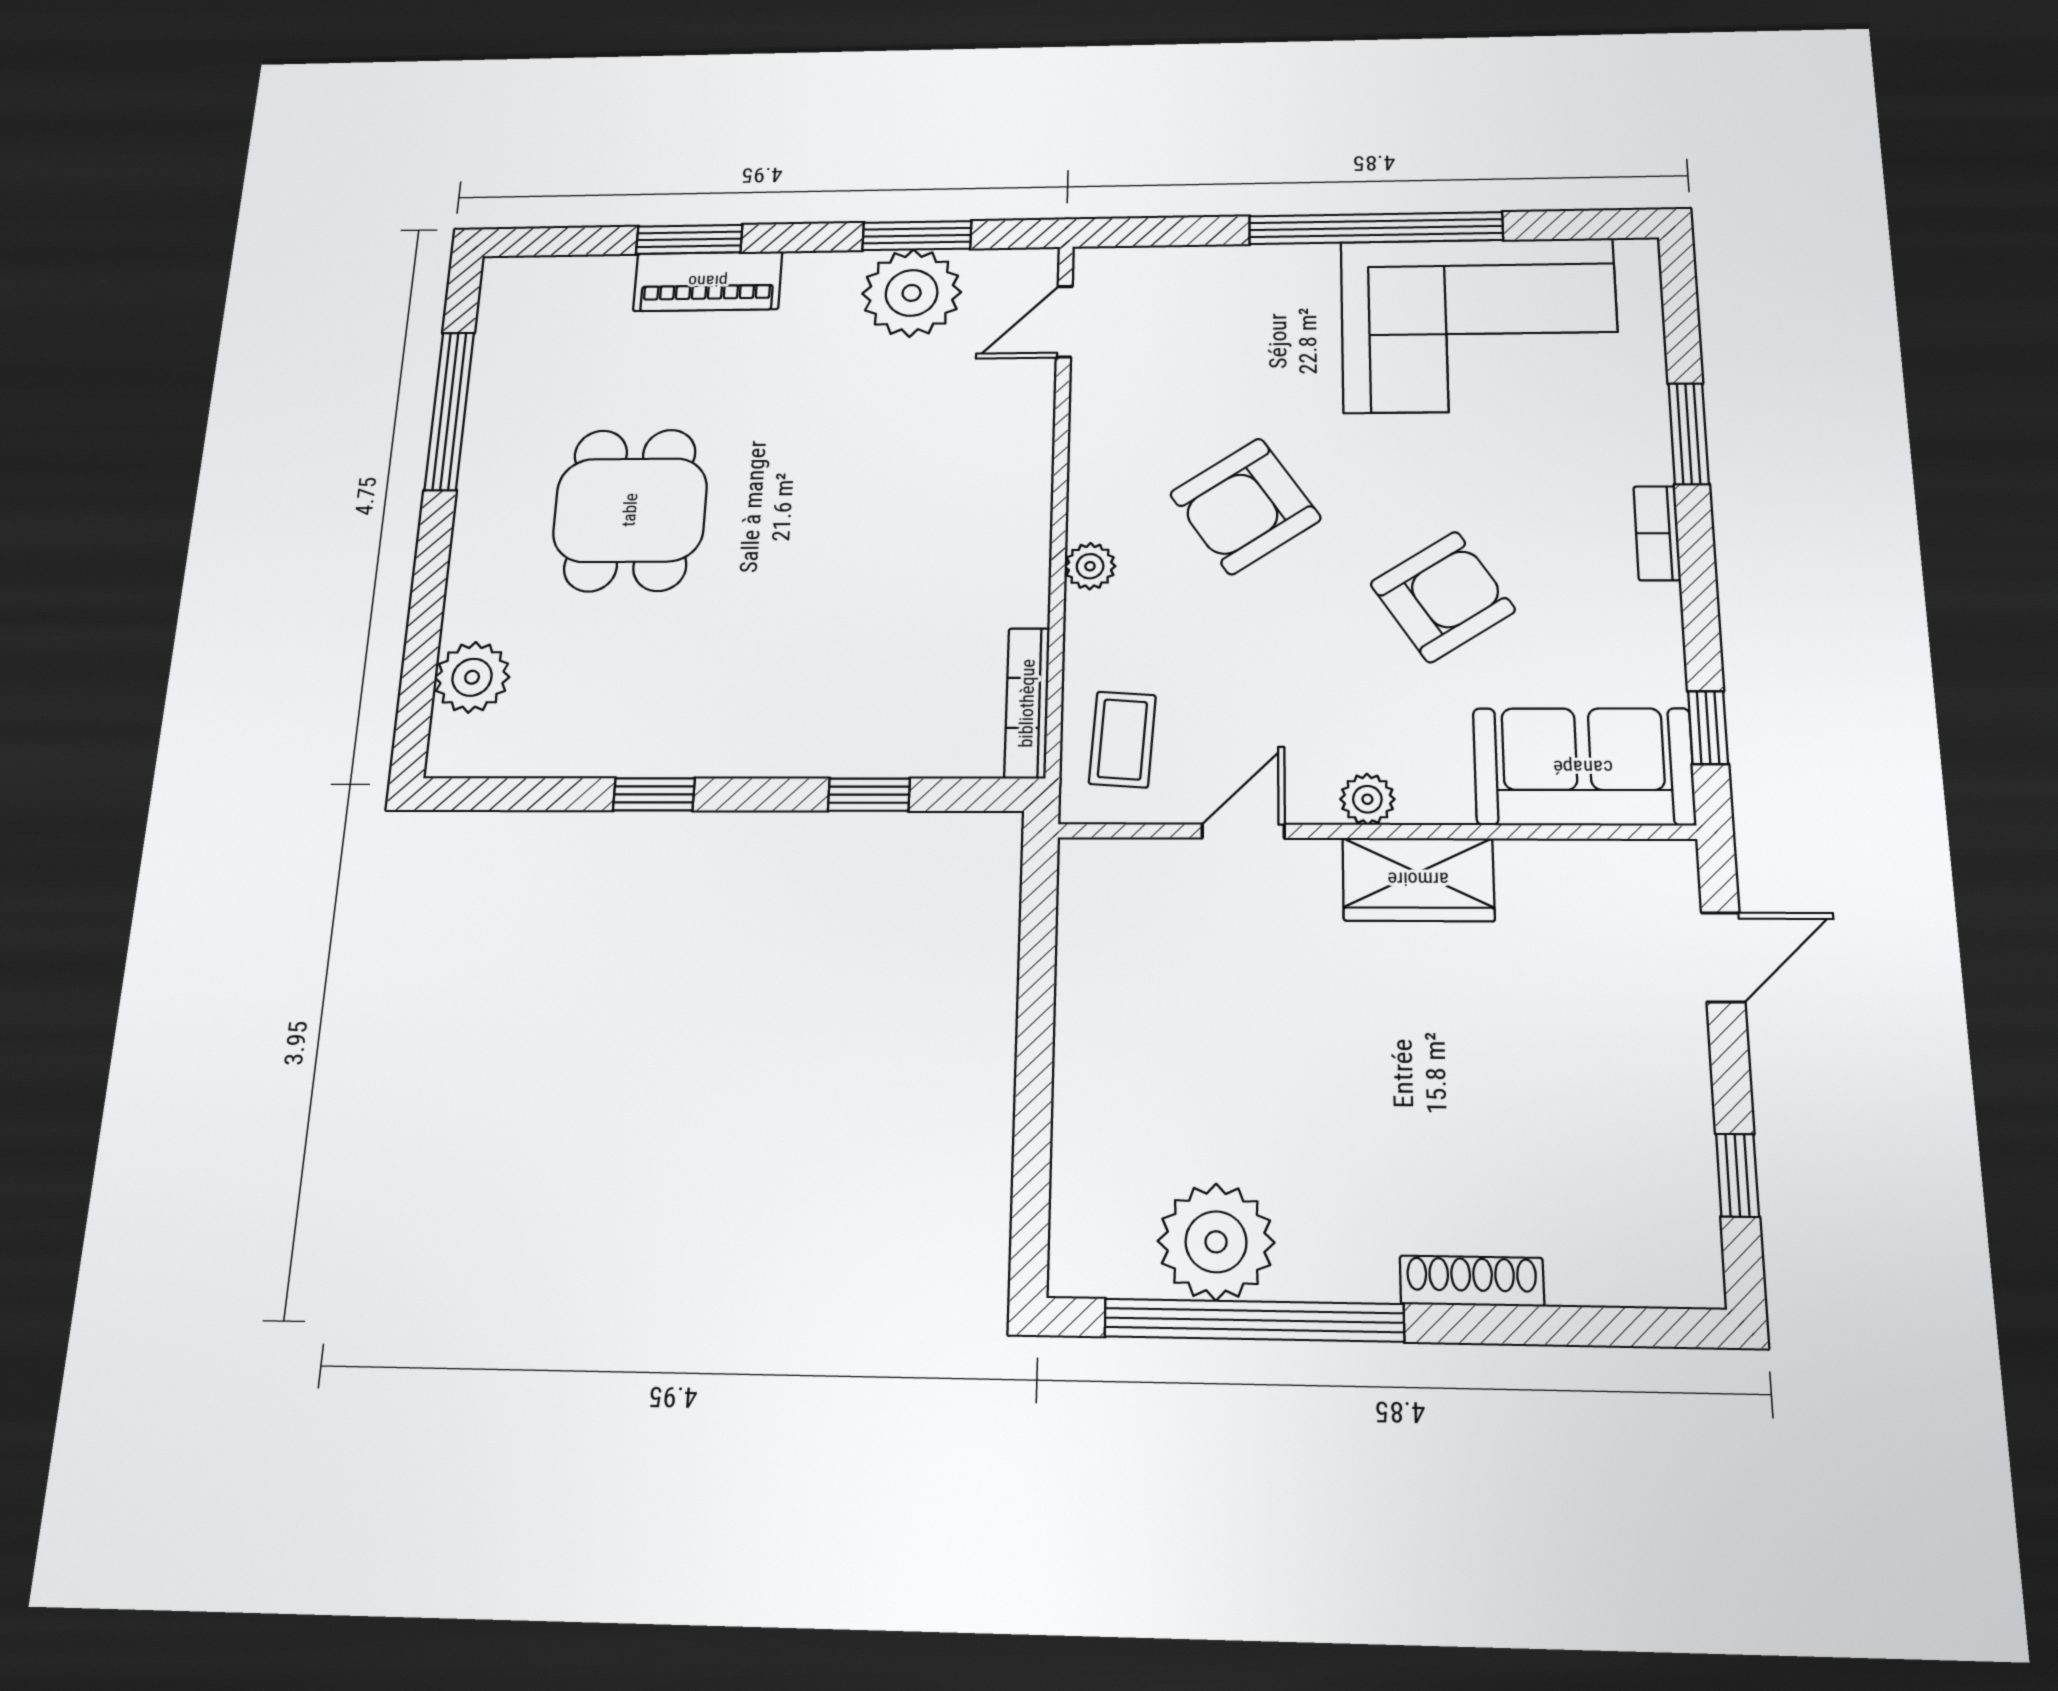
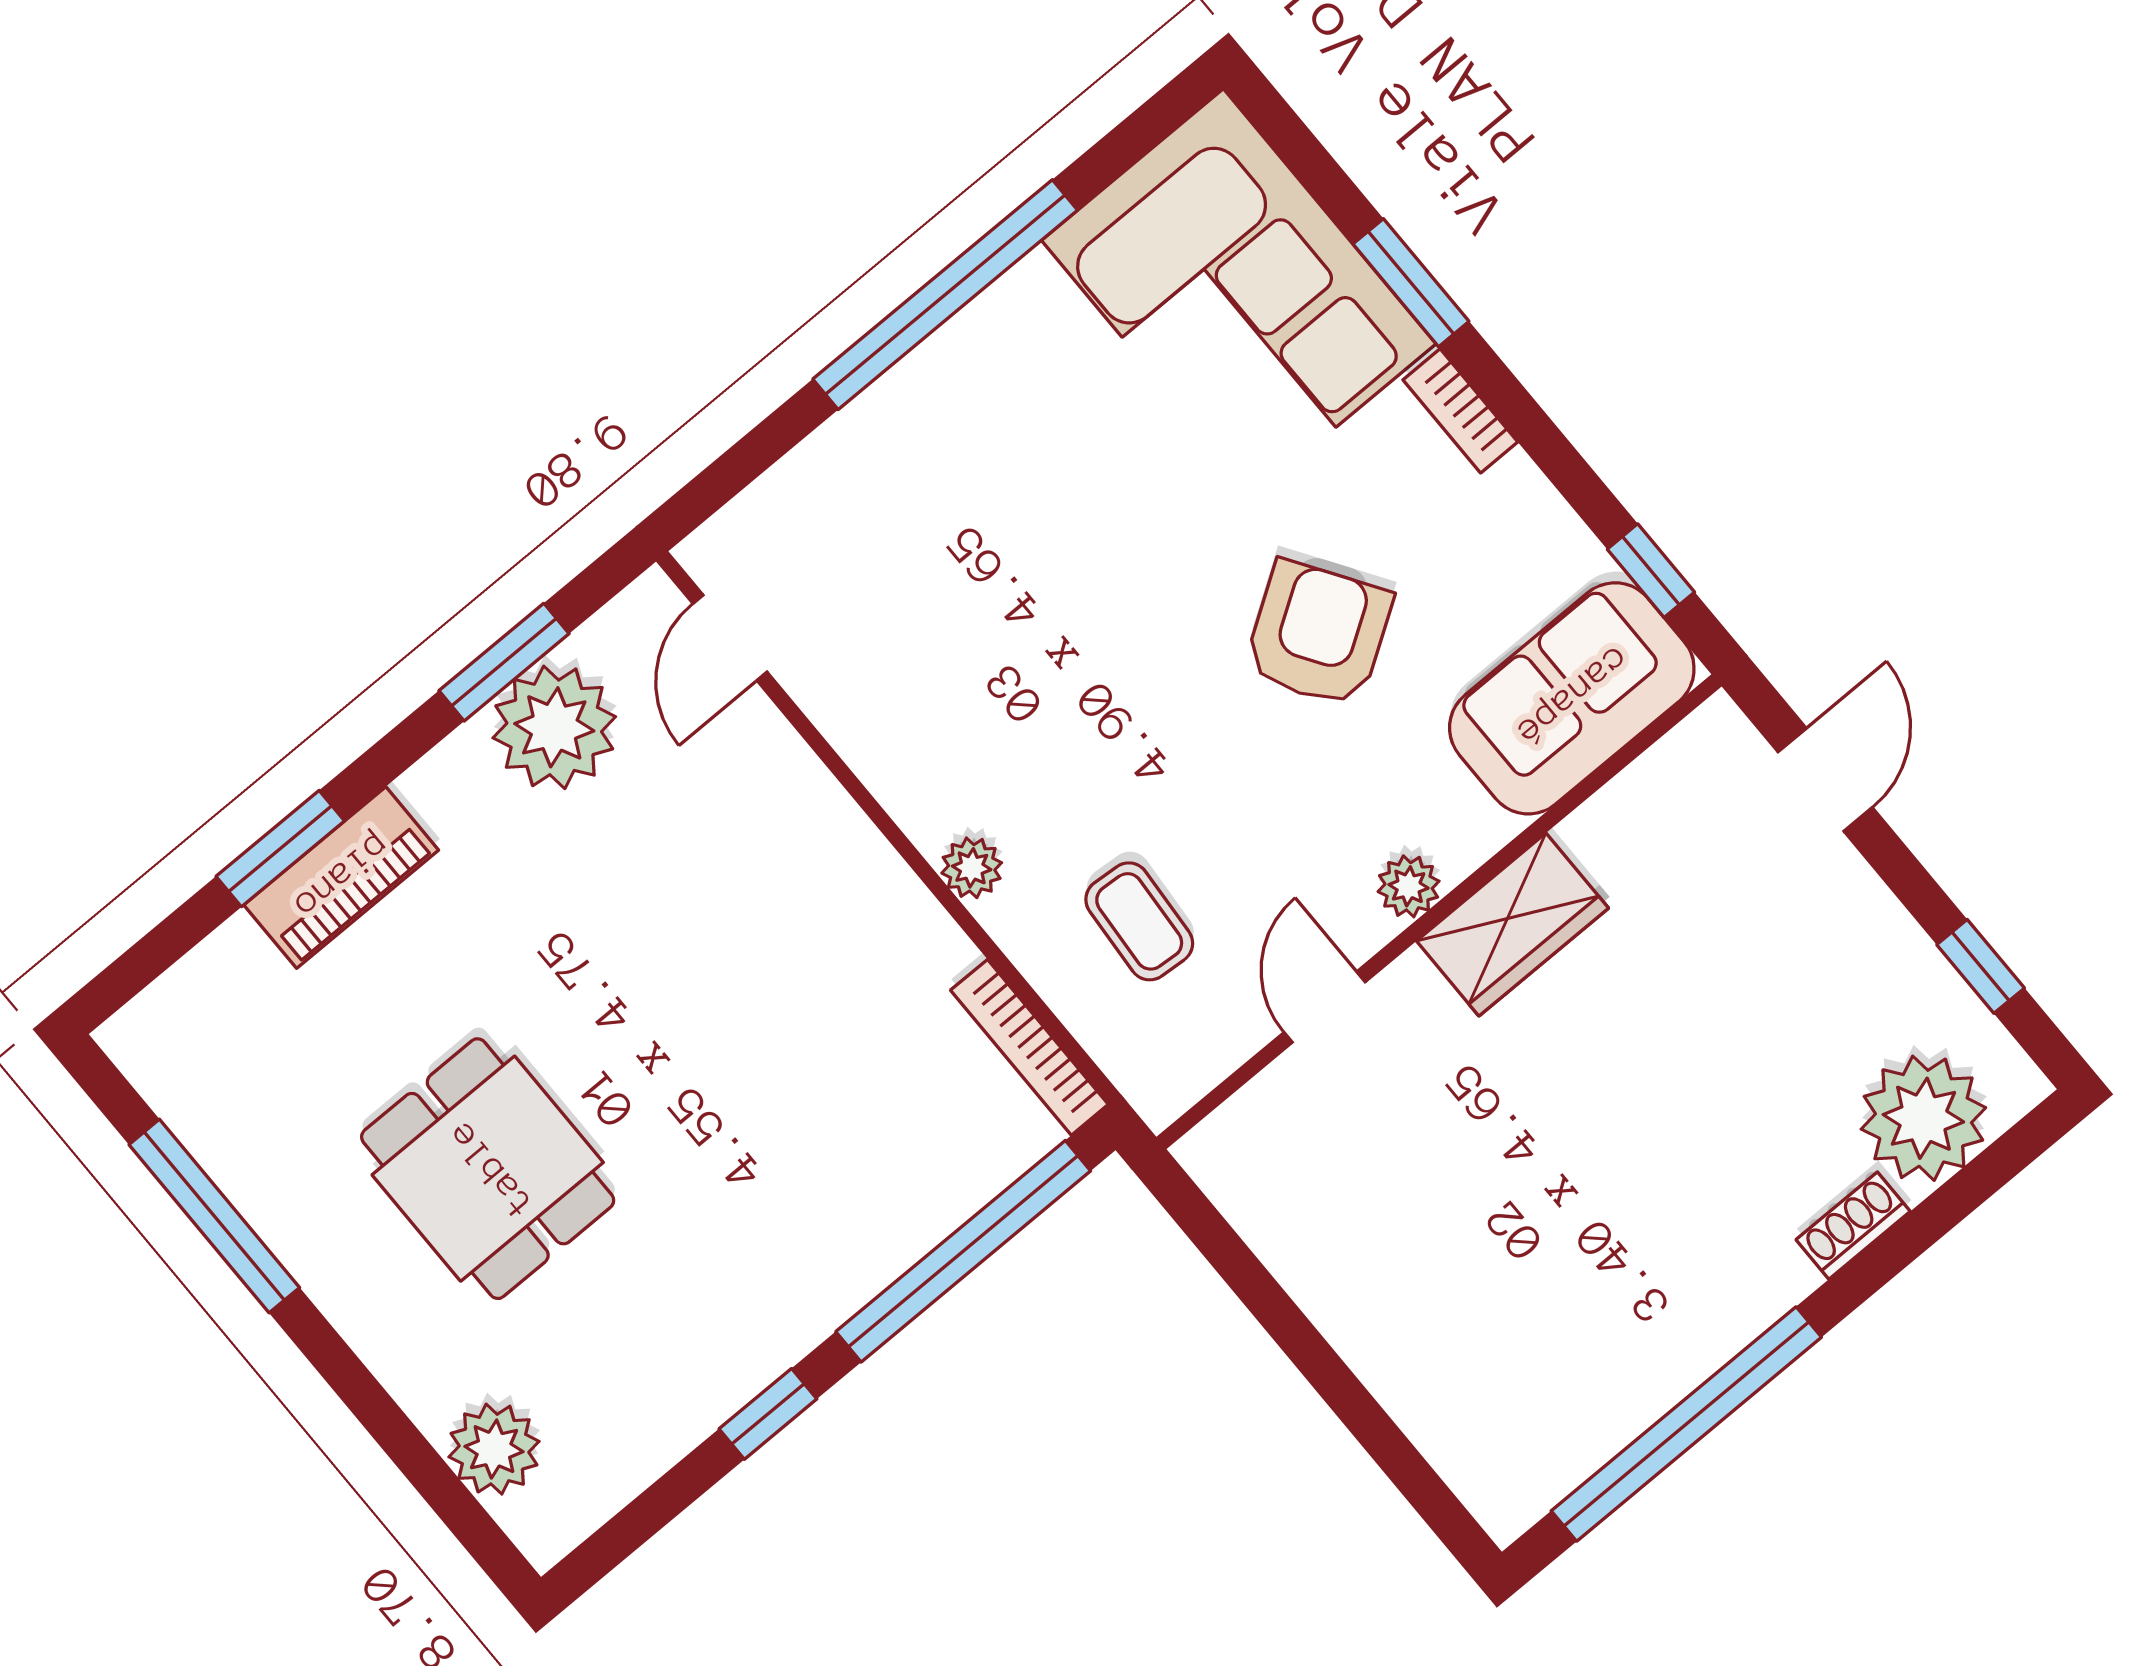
corner sofa: (1479, 325) -> (1239, 292), moved, turned 90
armchair: (1245, 506) -> (1064, 690), removed
coffee table: (1122, 739) -> (1139, 921), moved
window: (869, 795) -> (963, 1251), width x3.17
plant: (1216, 1242) -> (1923, 1118), moved
shoe rack: (1472, 1281) -> (1853, 1226), width x0.70

